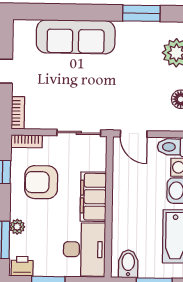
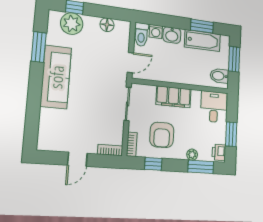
sofa: (76, 37) -> (56, 77), moved
desk: (84, 249) -> (214, 107), width x0.73

